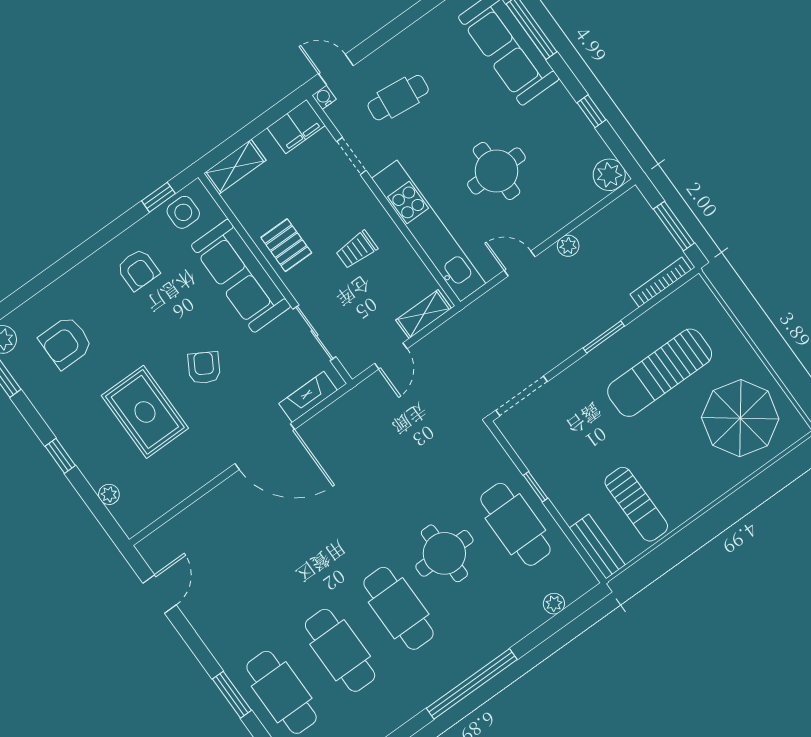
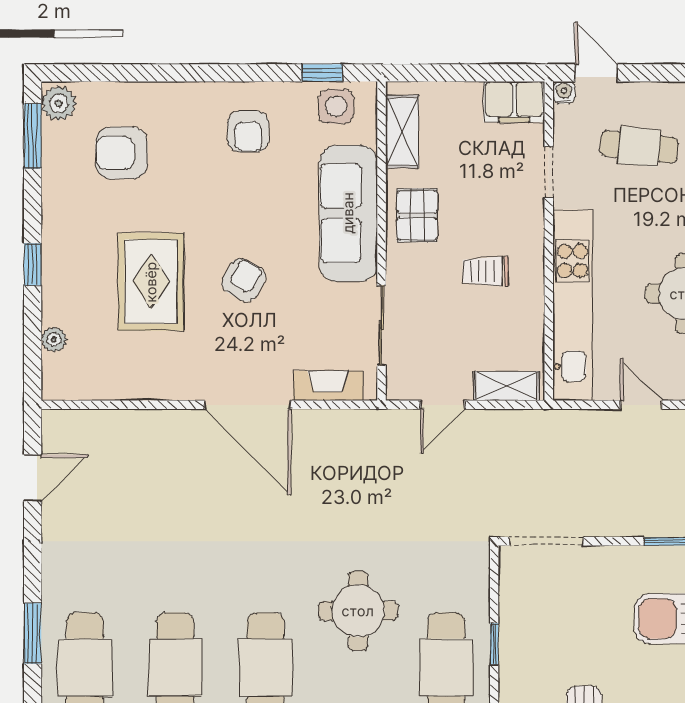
shelving: (235, 167) -> (402, 131), moved, turned 90
round table: (444, 553) -> (358, 611), moved

